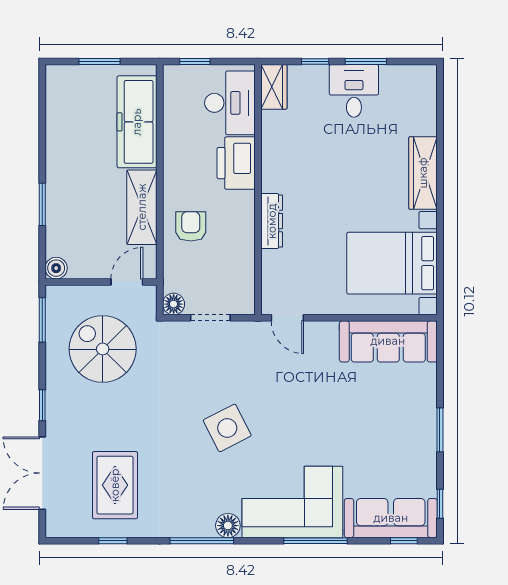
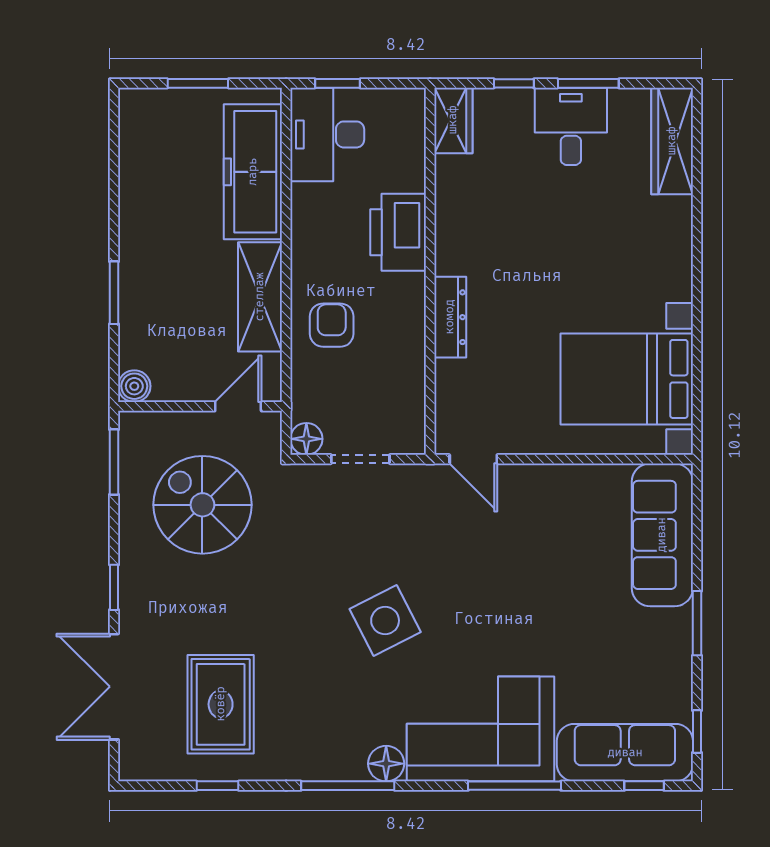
desk: (230, 103) -> (327, 134), moved, turned 180
wardrobe: (423, 173) -> (672, 141), moved
sofa: (388, 341) -> (662, 535), moved, turned 90

